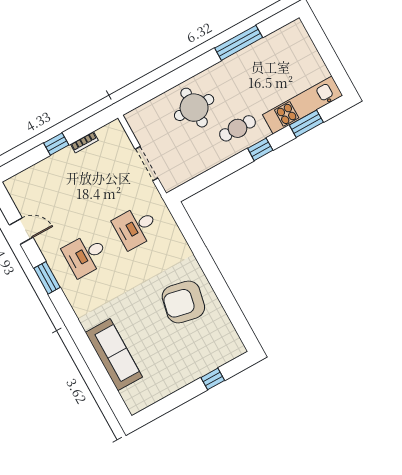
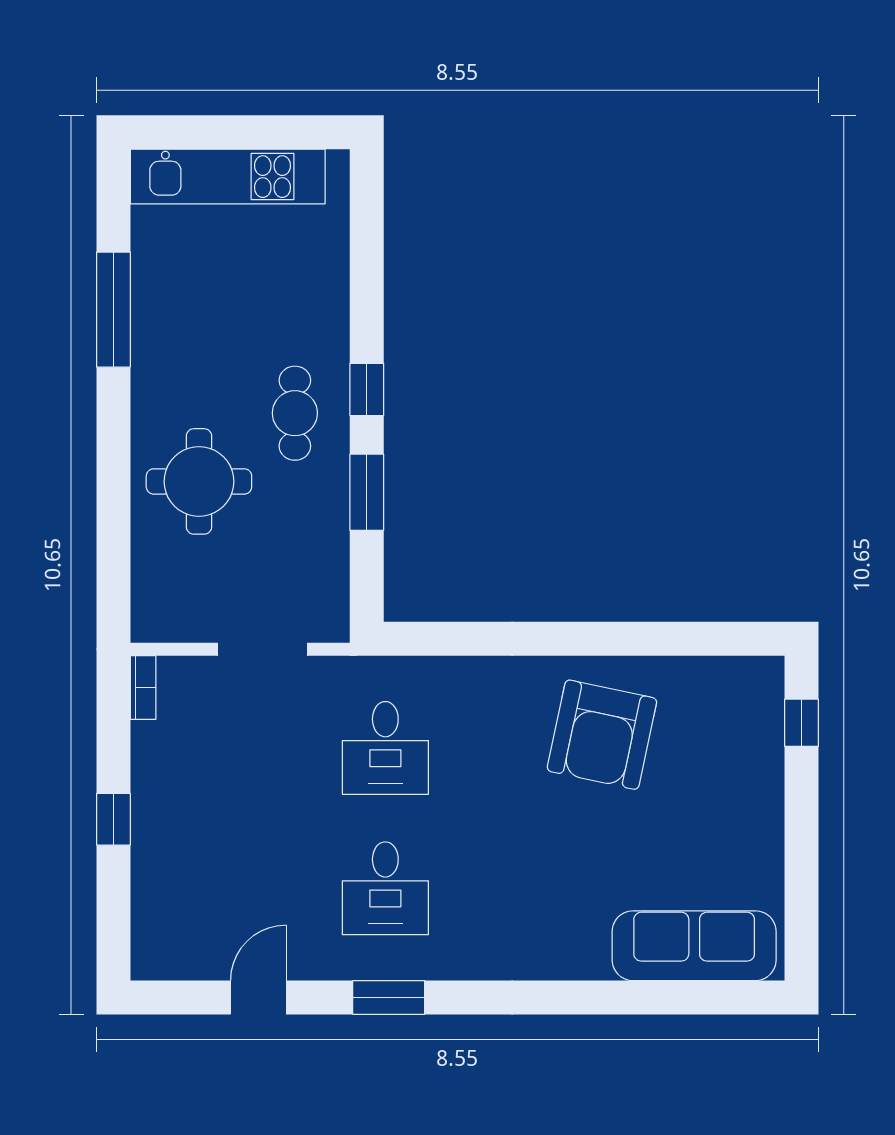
kitchen unit: (303, 105) -> (228, 177), moved, turned -90
window: (306, 124) -> (367, 492), moved
bookcase: (84, 142) -> (143, 688), moved
sofa: (114, 355) -> (694, 946), moved
window: (213, 379) -> (801, 723), moved

